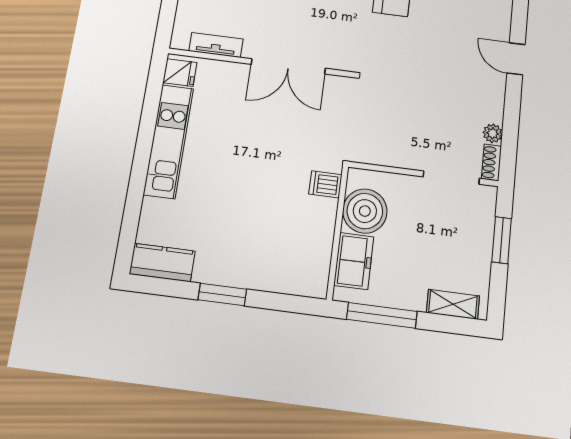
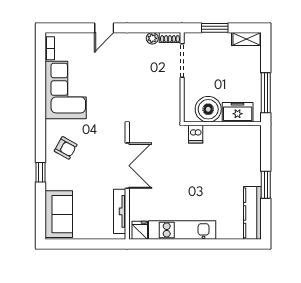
tv unit: (216, 45) -> (120, 211), width x1.41
kitchen counter: (162, 263) -> (252, 213), width x1.50
shelving: (453, 304) -> (246, 39), moved, turned 90

